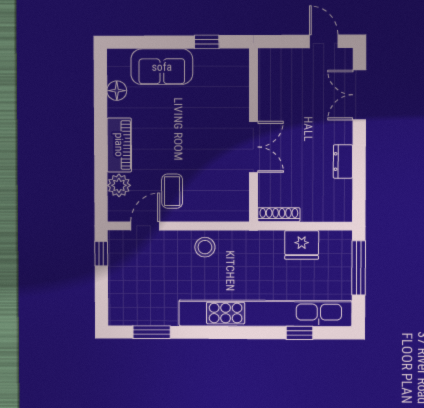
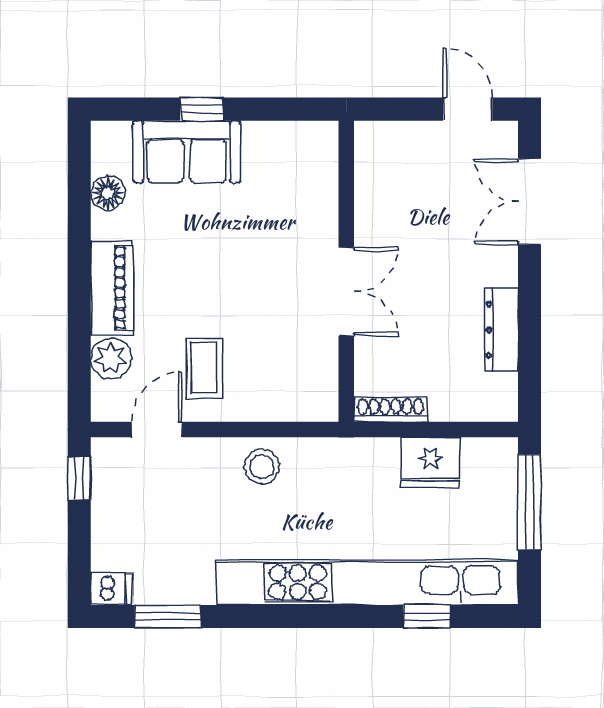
window: (207, 42) -> (202, 109), moved
dresser: (343, 162) -> (502, 330), width x1.44
dishwasher: (120, 316) -> (112, 589), added

